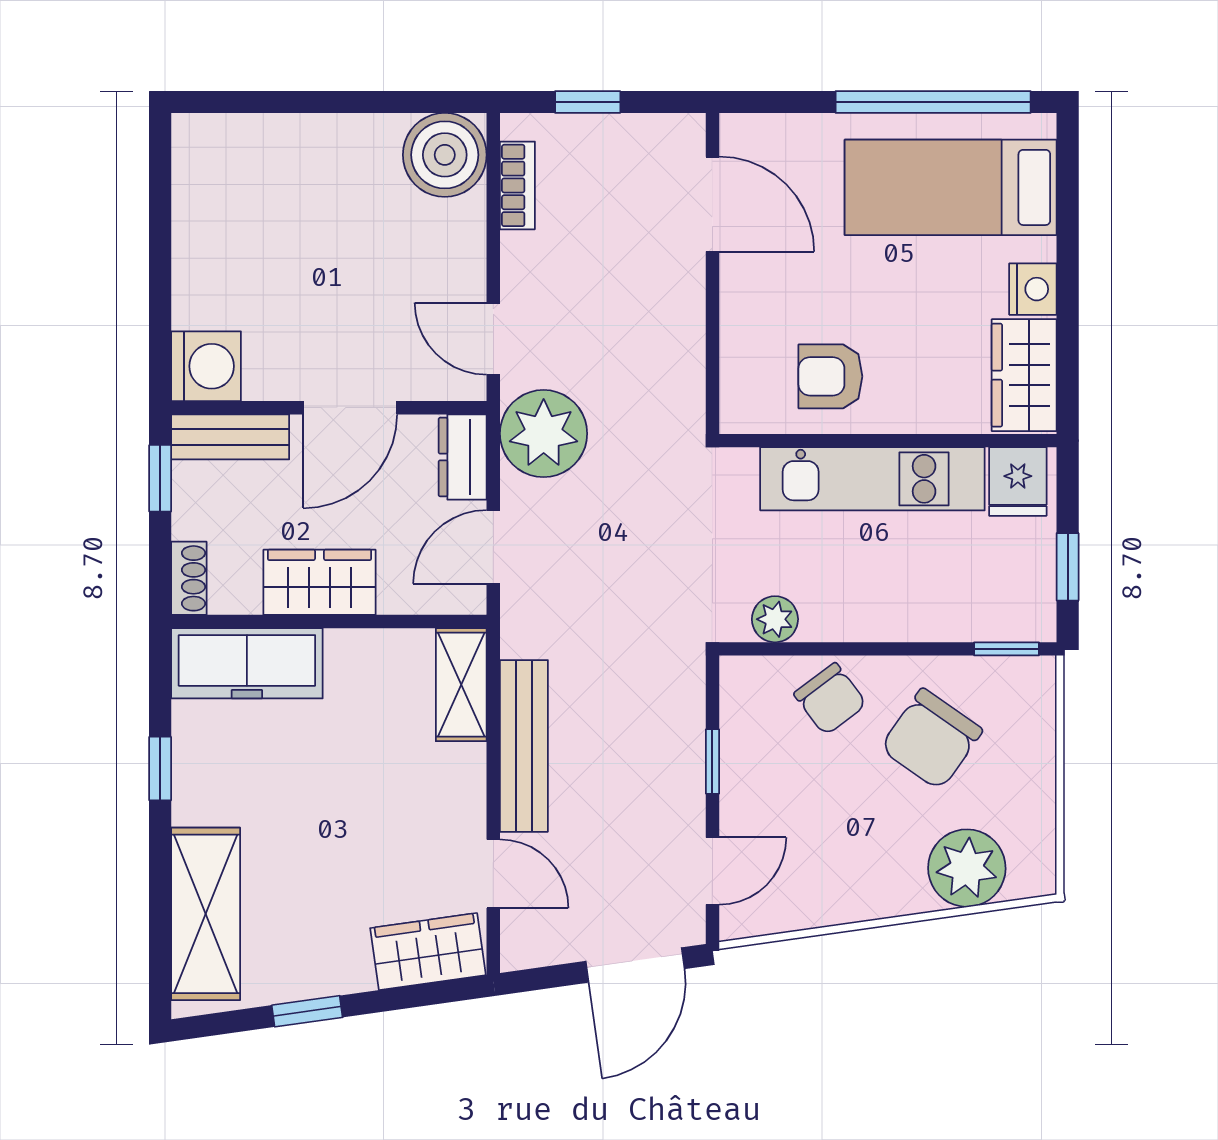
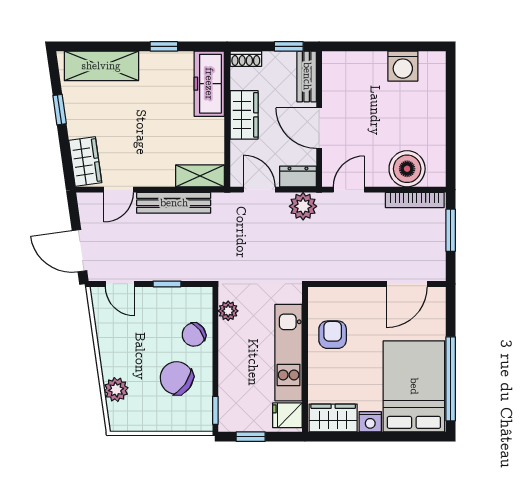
window: (588, 102) -> (451, 230), width x1.50
boiler: (445, 155) -> (407, 169), moved
bookcase: (517, 185) -> (415, 200), width x1.56
bed: (951, 187) -> (414, 386), width x1.50
washing machine: (206, 366) -> (403, 66), moved
plant: (544, 434) -> (303, 206), width x0.73, depth x0.73
plant: (967, 868) -> (116, 390), width x0.73, depth x0.73

